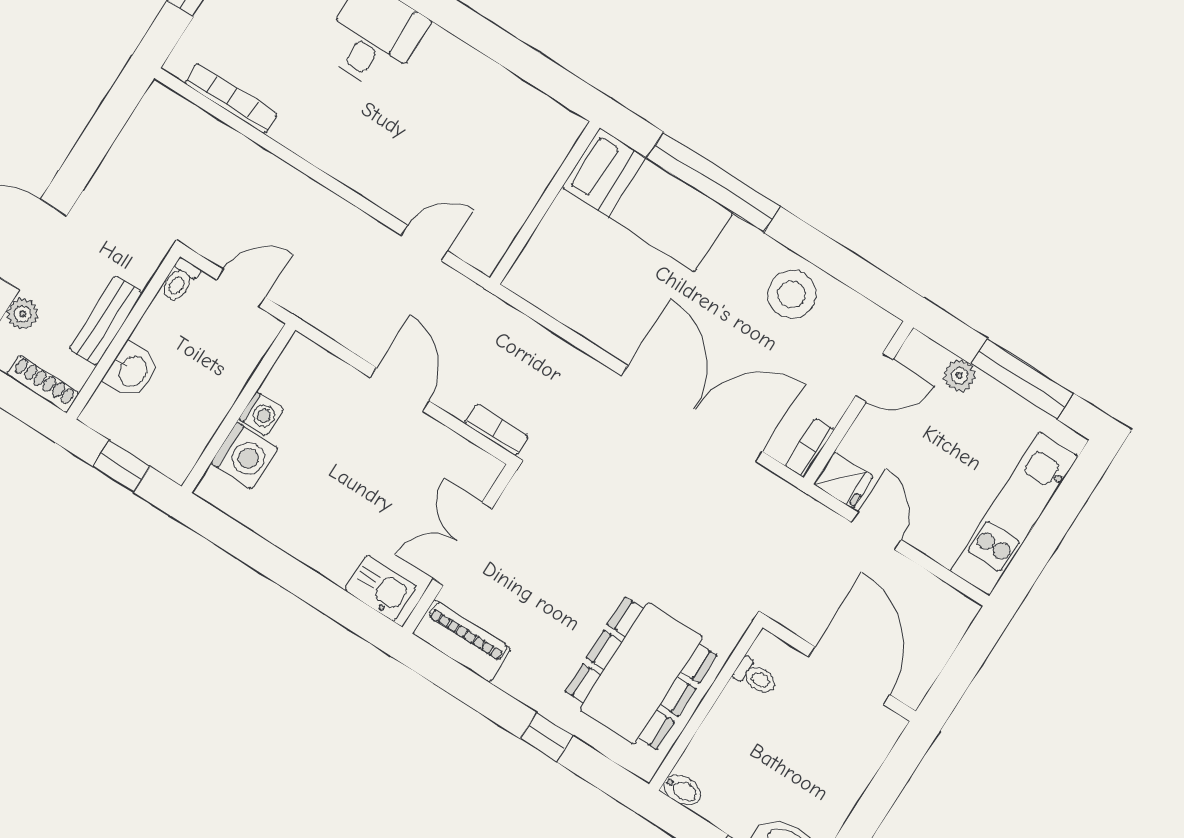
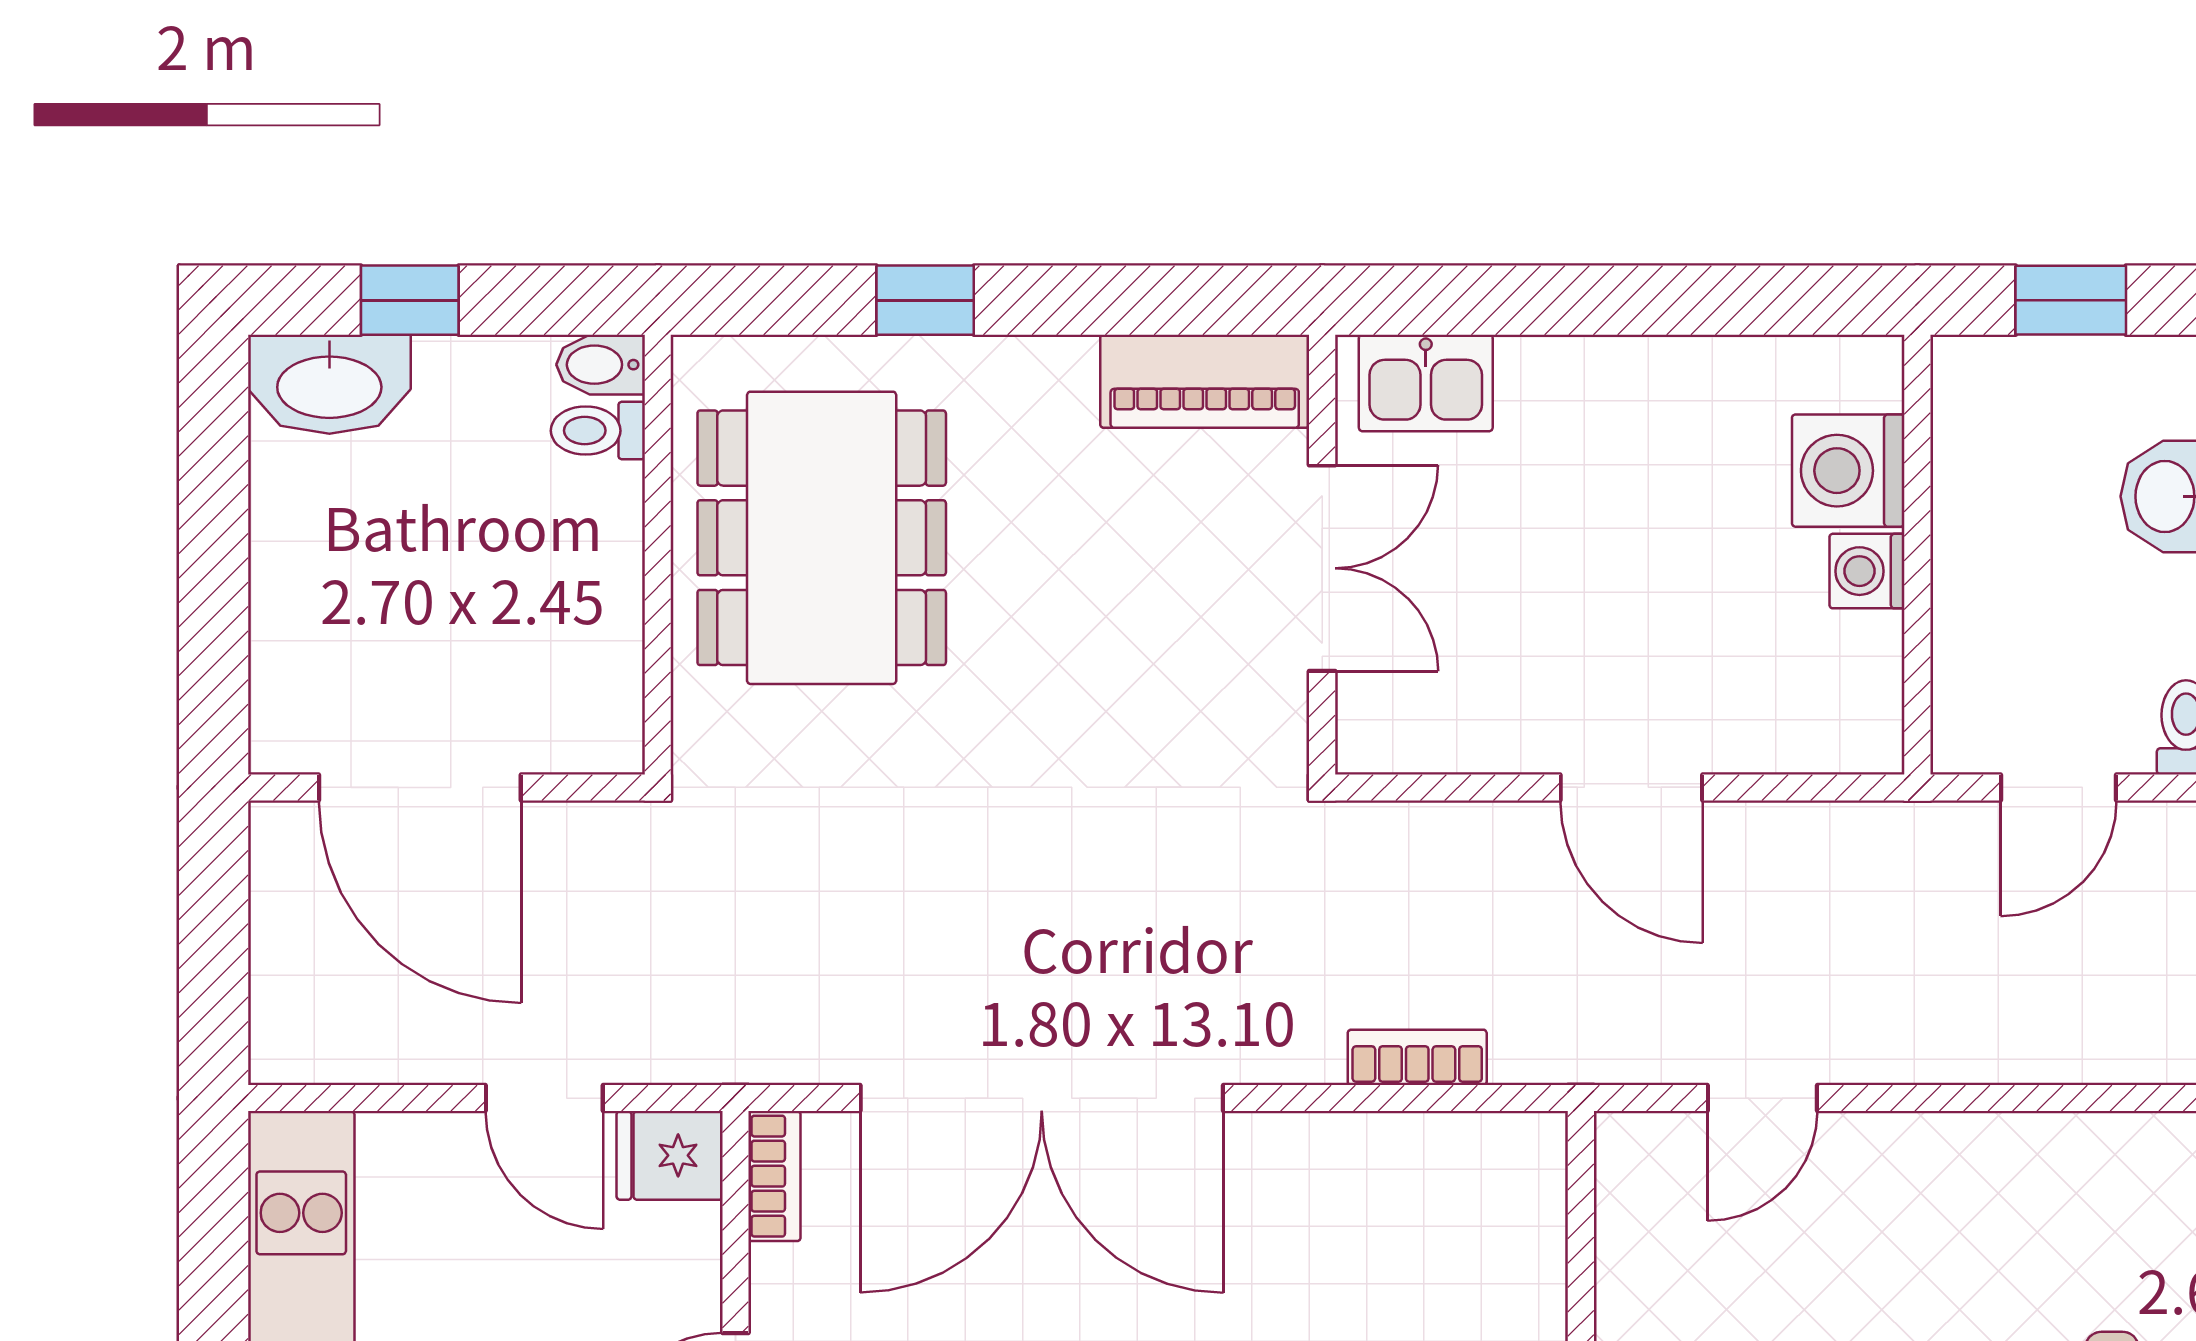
bookcase: (496, 430) -> (1417, 1057), moved, turned 180
toilet: (756, 677) -> (598, 431), moved

